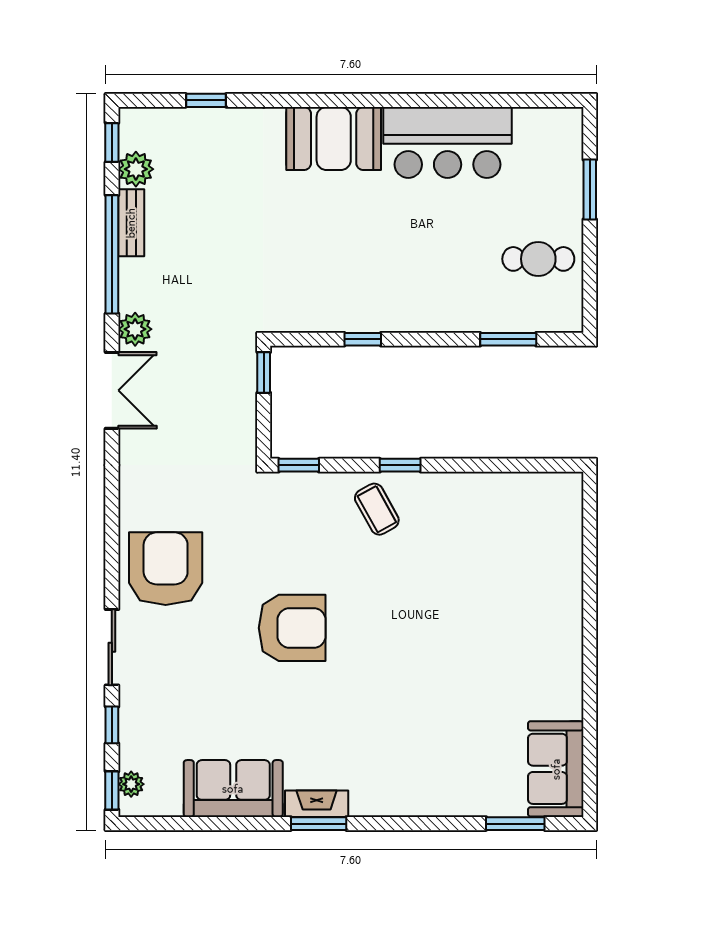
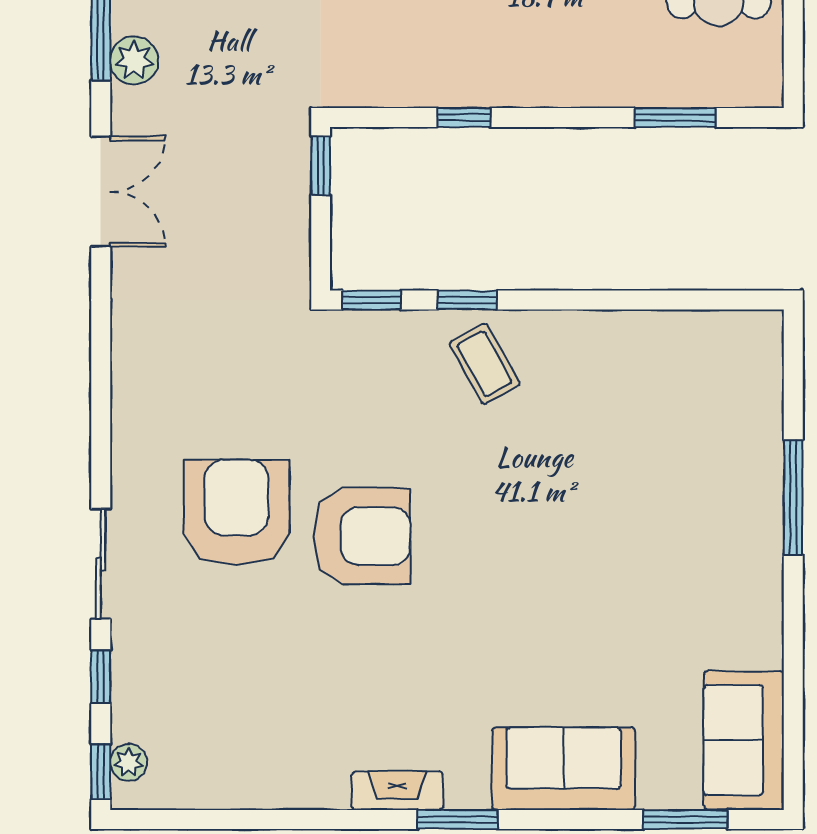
plant: (135, 329) -> (134, 61), moved
window: (400, 465) -> (467, 300), moved
armchair: (166, 569) -> (237, 512), moved
window: (590, 601) -> (793, 497), added
sofa: (233, 789) -> (564, 769), moved
window: (319, 824) -> (457, 819), moved

